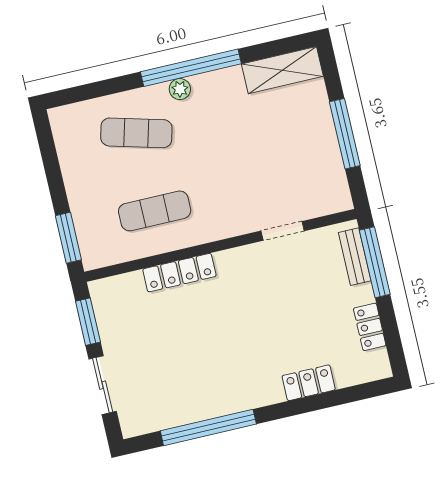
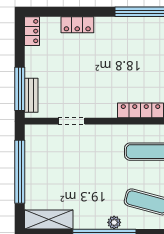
window: (345, 134) -> (20, 172), width x1.46
locker: (370, 327) -> (32, 31), moved

